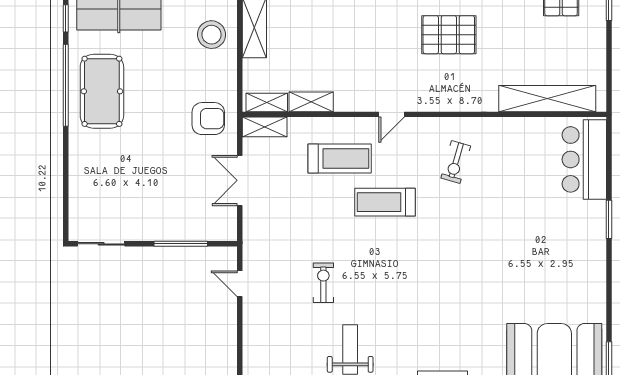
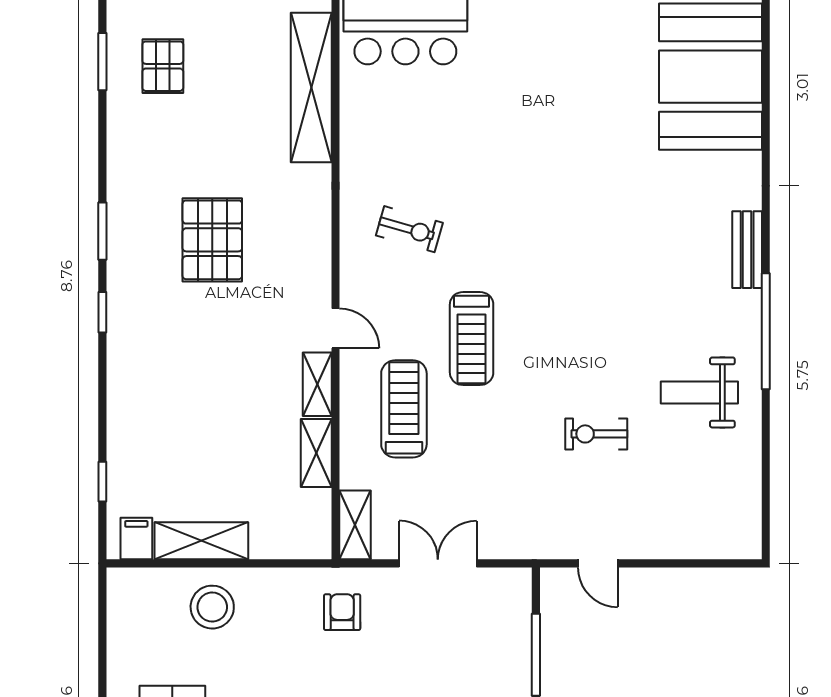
shelving: (267, 102) -> (317, 384), moved
armchair: (208, 119) -> (342, 612), width x0.72, depth x0.72
double door: (240, 180) -> (438, 563), swing flipped
door: (240, 284) -> (598, 563), hinge flipped

